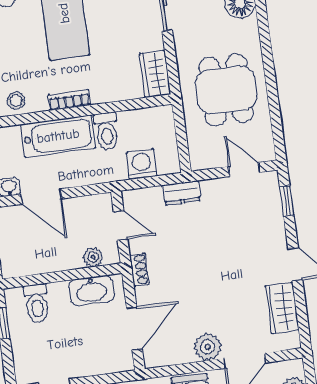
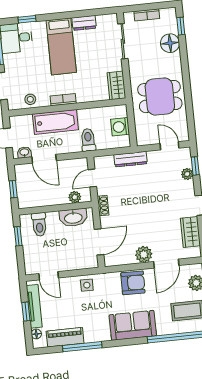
dining table: (226, 90) -> (160, 97), turned 90
toilet: (106, 131) -> (88, 140), moved, turned 180
washing machine: (142, 164) -> (120, 127), moved, turned -90
dresser: (182, 193) -> (131, 159), width x1.44
plant: (274, 214) -> (187, 174), added
door: (121, 225) -> (92, 178), swing flipped

